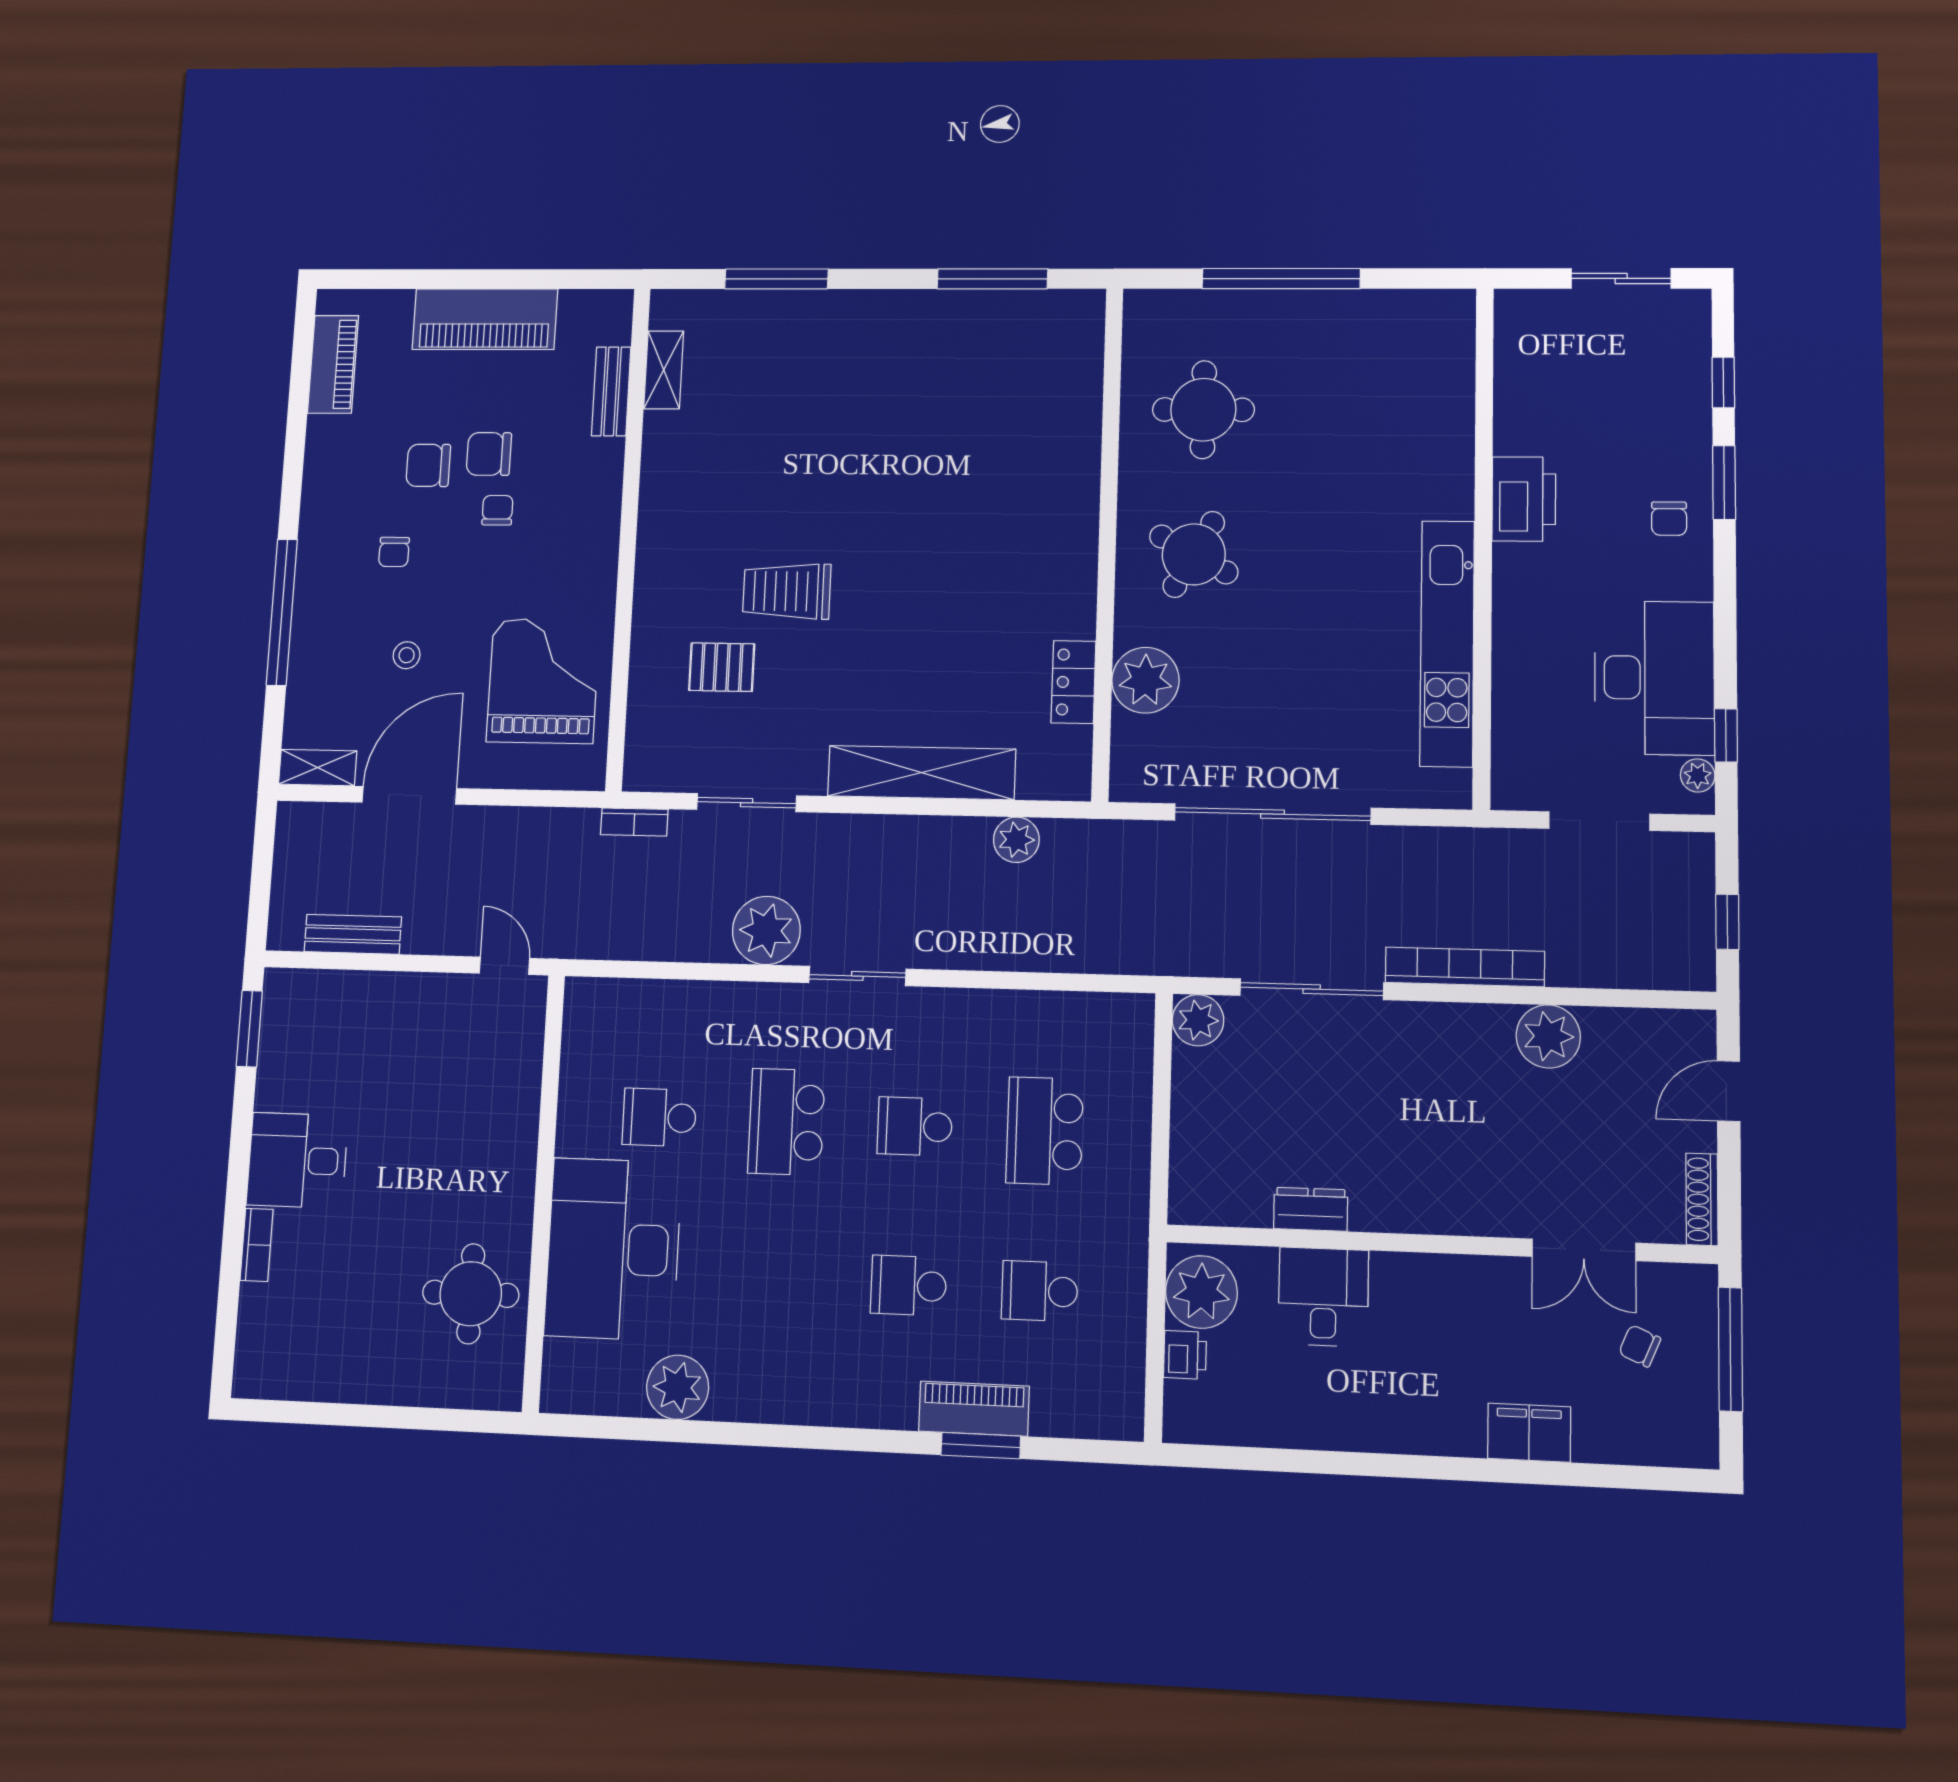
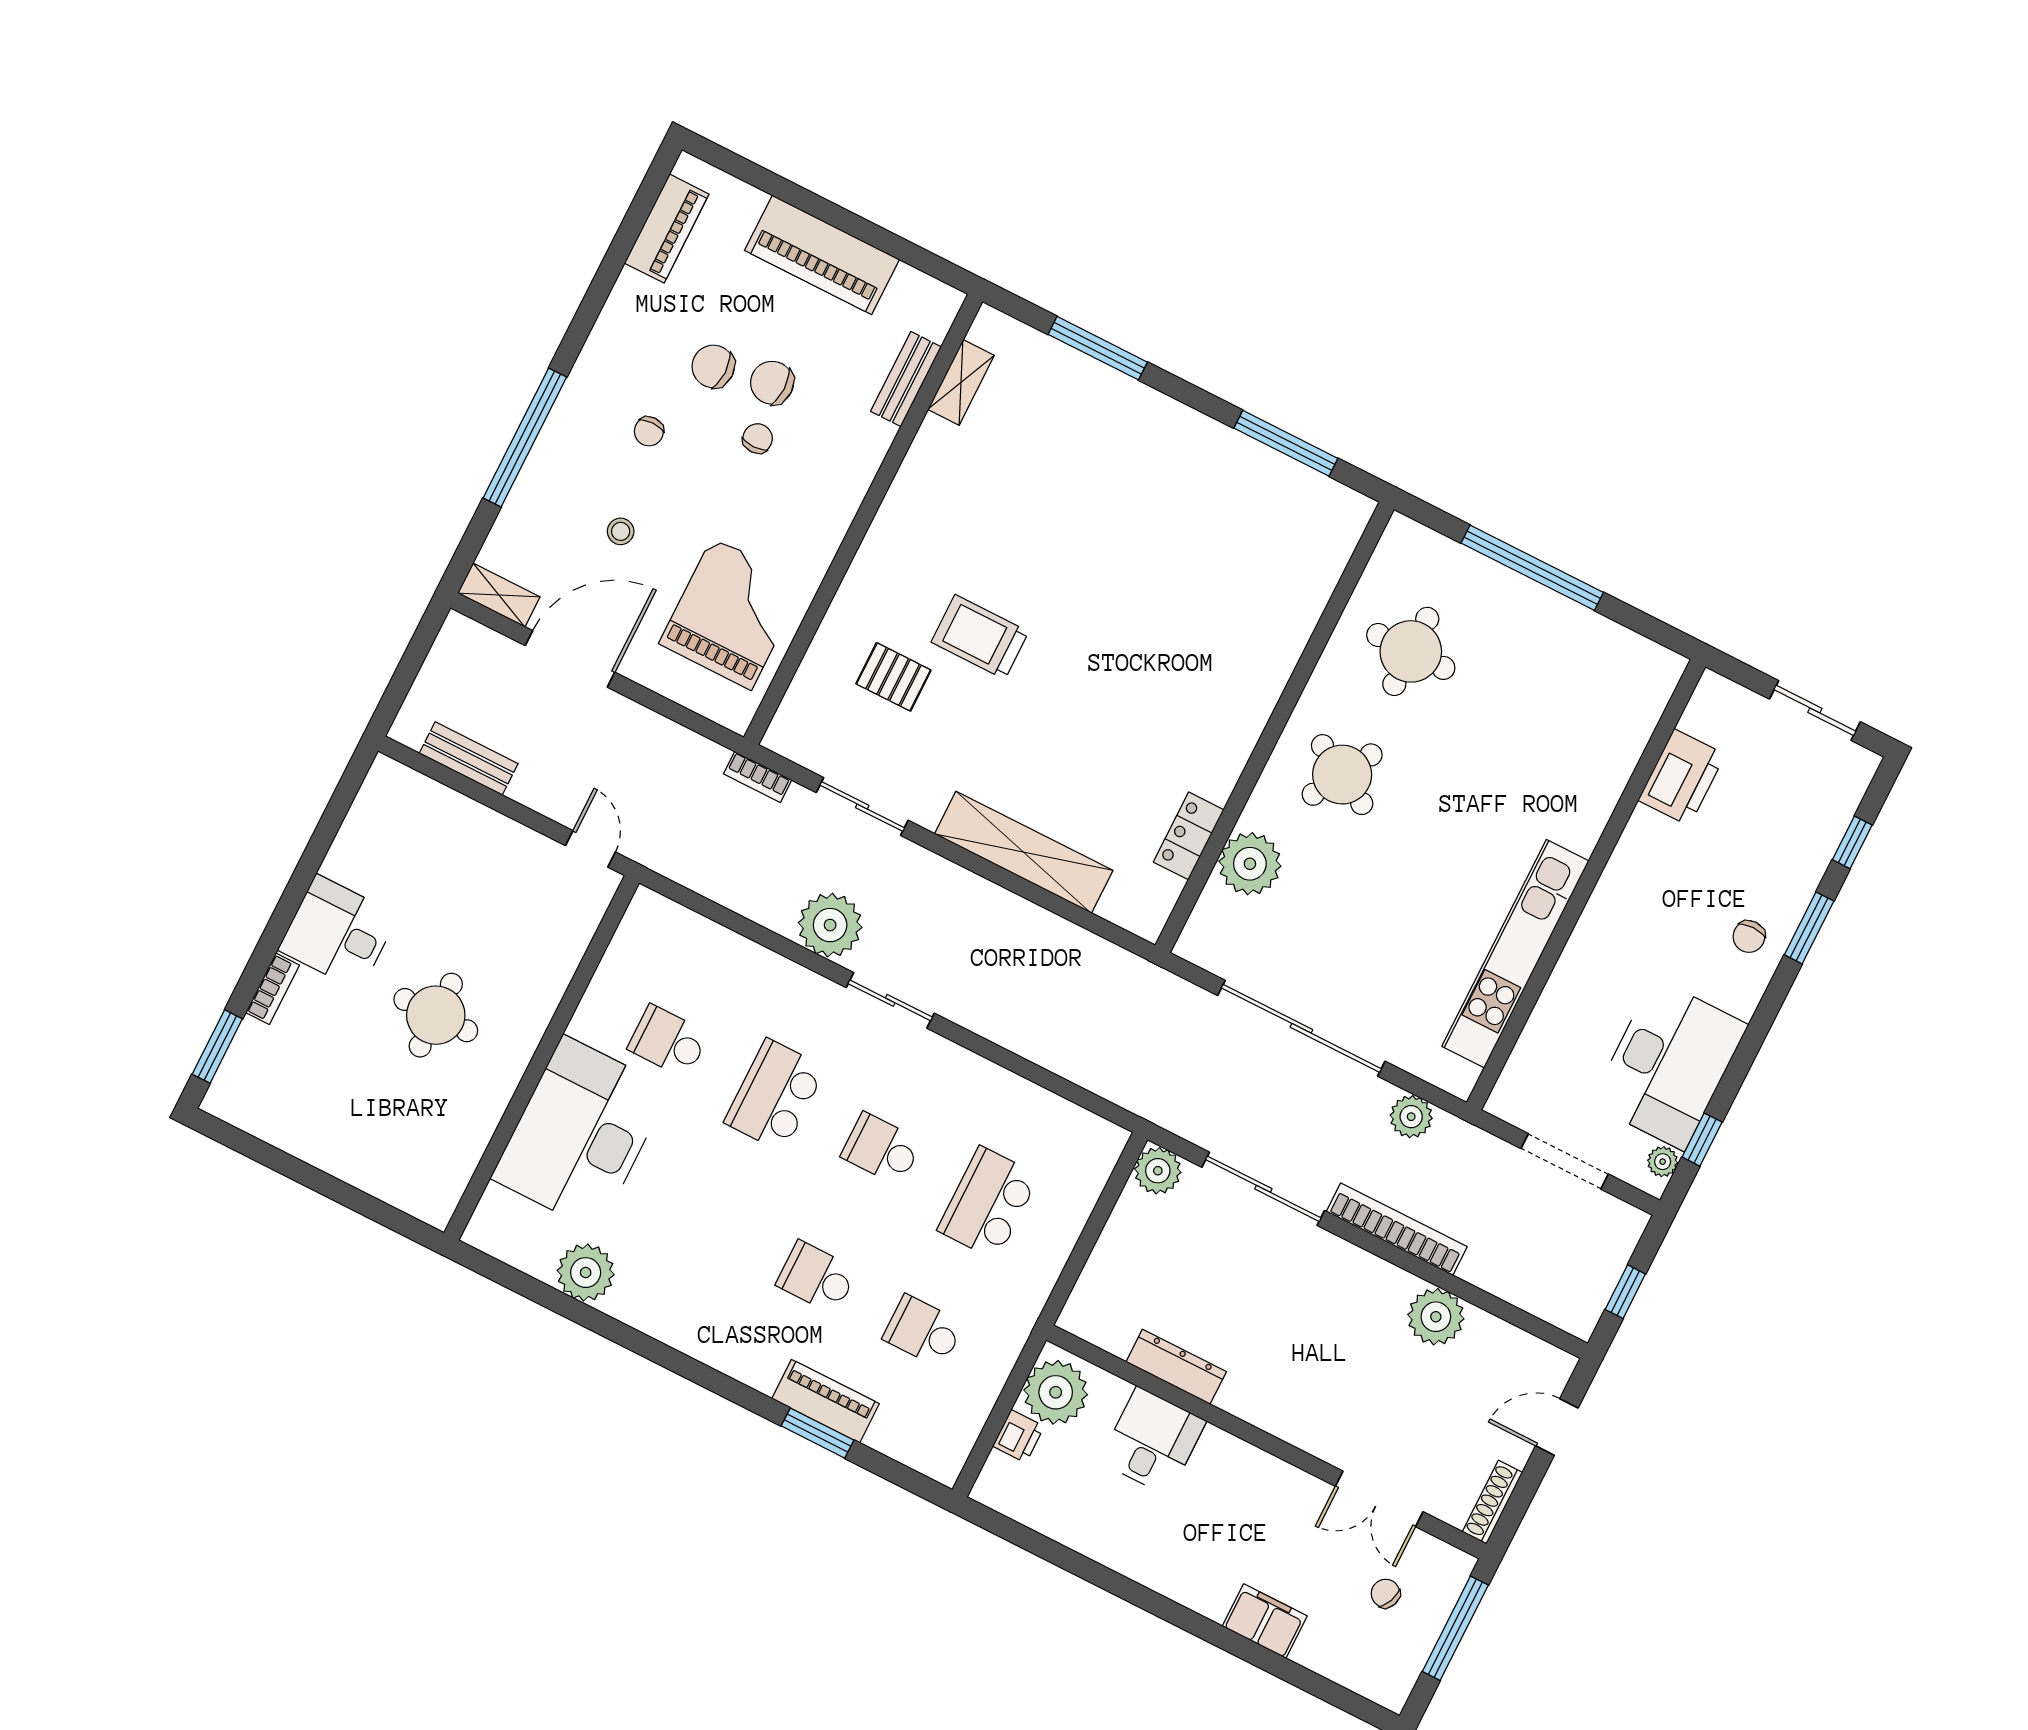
printer: (1524, 499) -> (1682, 777), moved
plant: (1016, 840) -> (1411, 1117), moved
window: (249, 1029) -> (217, 1046), moved
dresser: (1311, 1209) -> (1176, 1367), width x1.44
round table: (471, 1294) -> (436, 1015), moved

